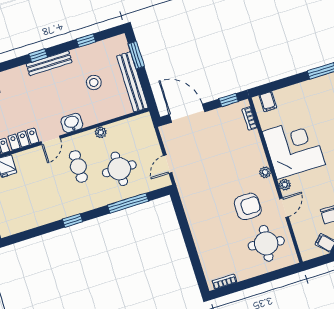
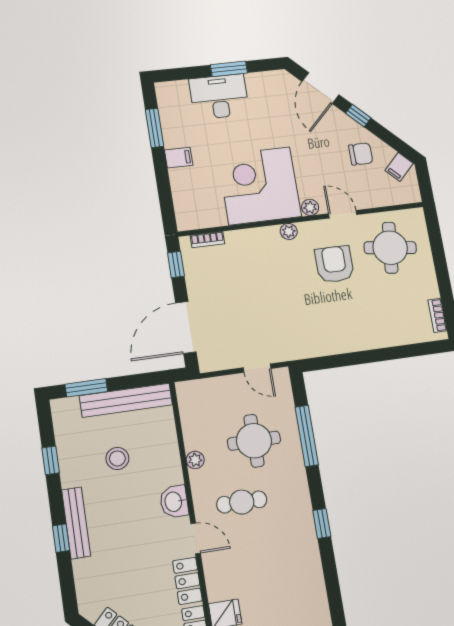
filing cabinet: (268, 102) -> (179, 158), moved

